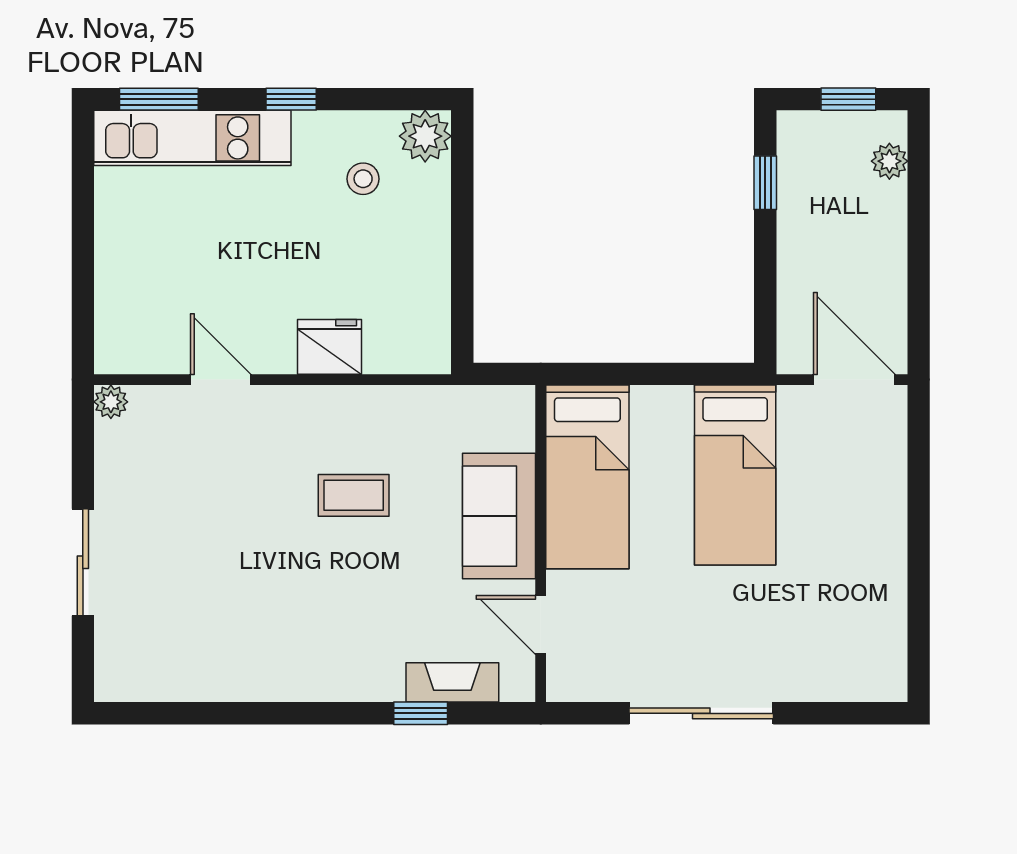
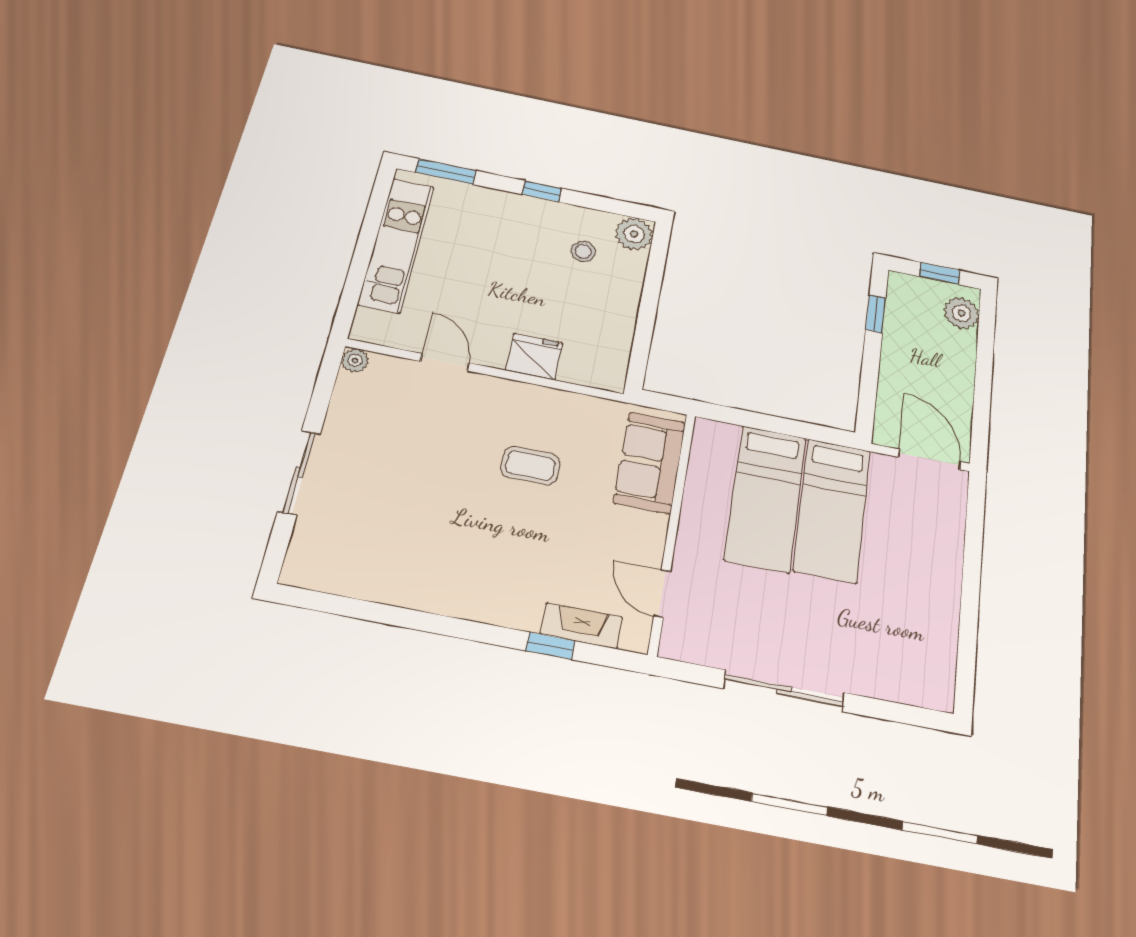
kitchen unit: (192, 138) -> (396, 245), moved, turned -90
plant: (889, 161) -> (961, 313), width x1.38, depth x1.38
bed: (587, 477) -> (766, 498), moved
sofa: (499, 516) -> (650, 463), moved

